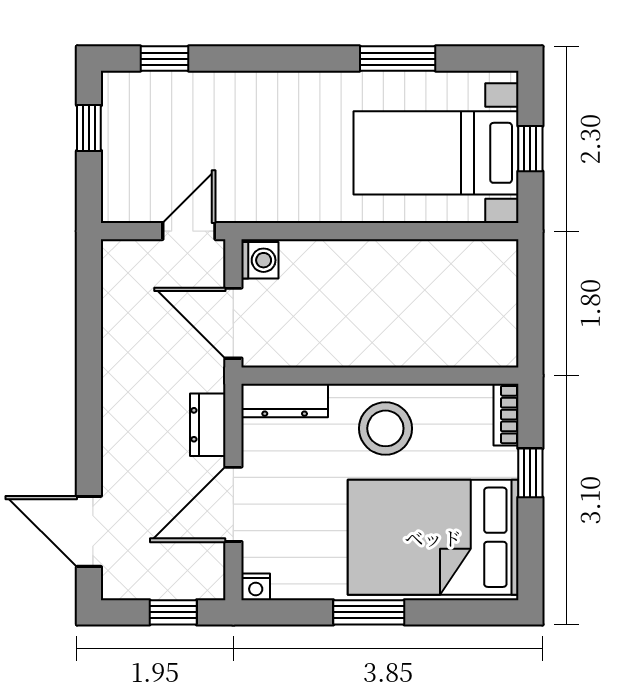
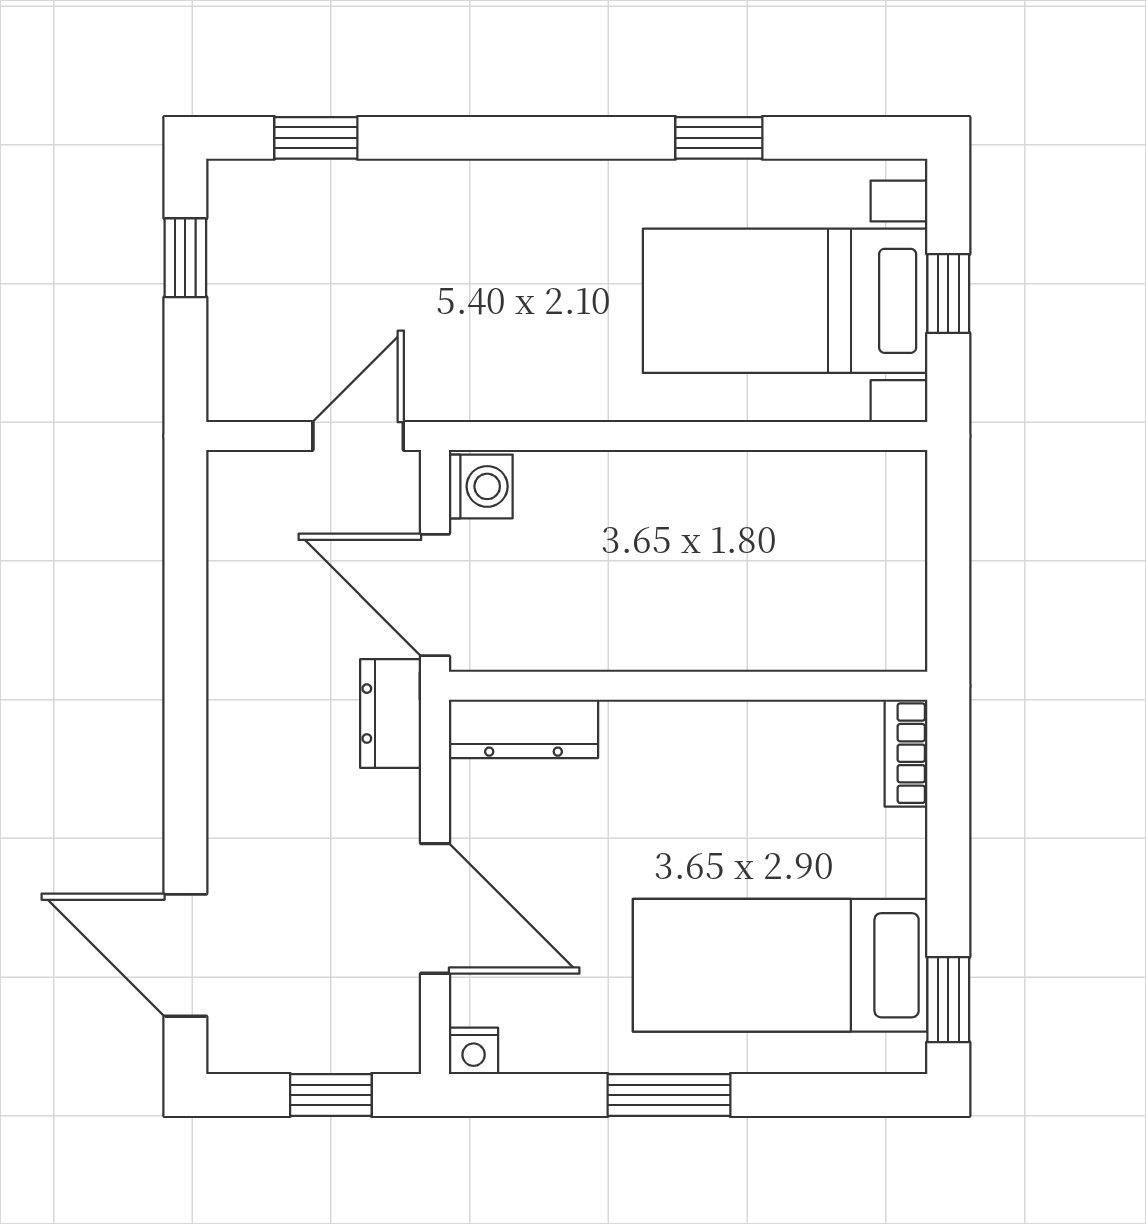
window: (398, 59) -> (719, 138), width x0.67
dresser: (208, 425) -> (391, 714), moved
stool: (385, 428) -> (698, 777), removed
window: (530, 473) -> (948, 1000), moved
door: (233, 504) -> (435, 908), swing flipped
bed: (433, 537) -> (780, 965), width x0.67

